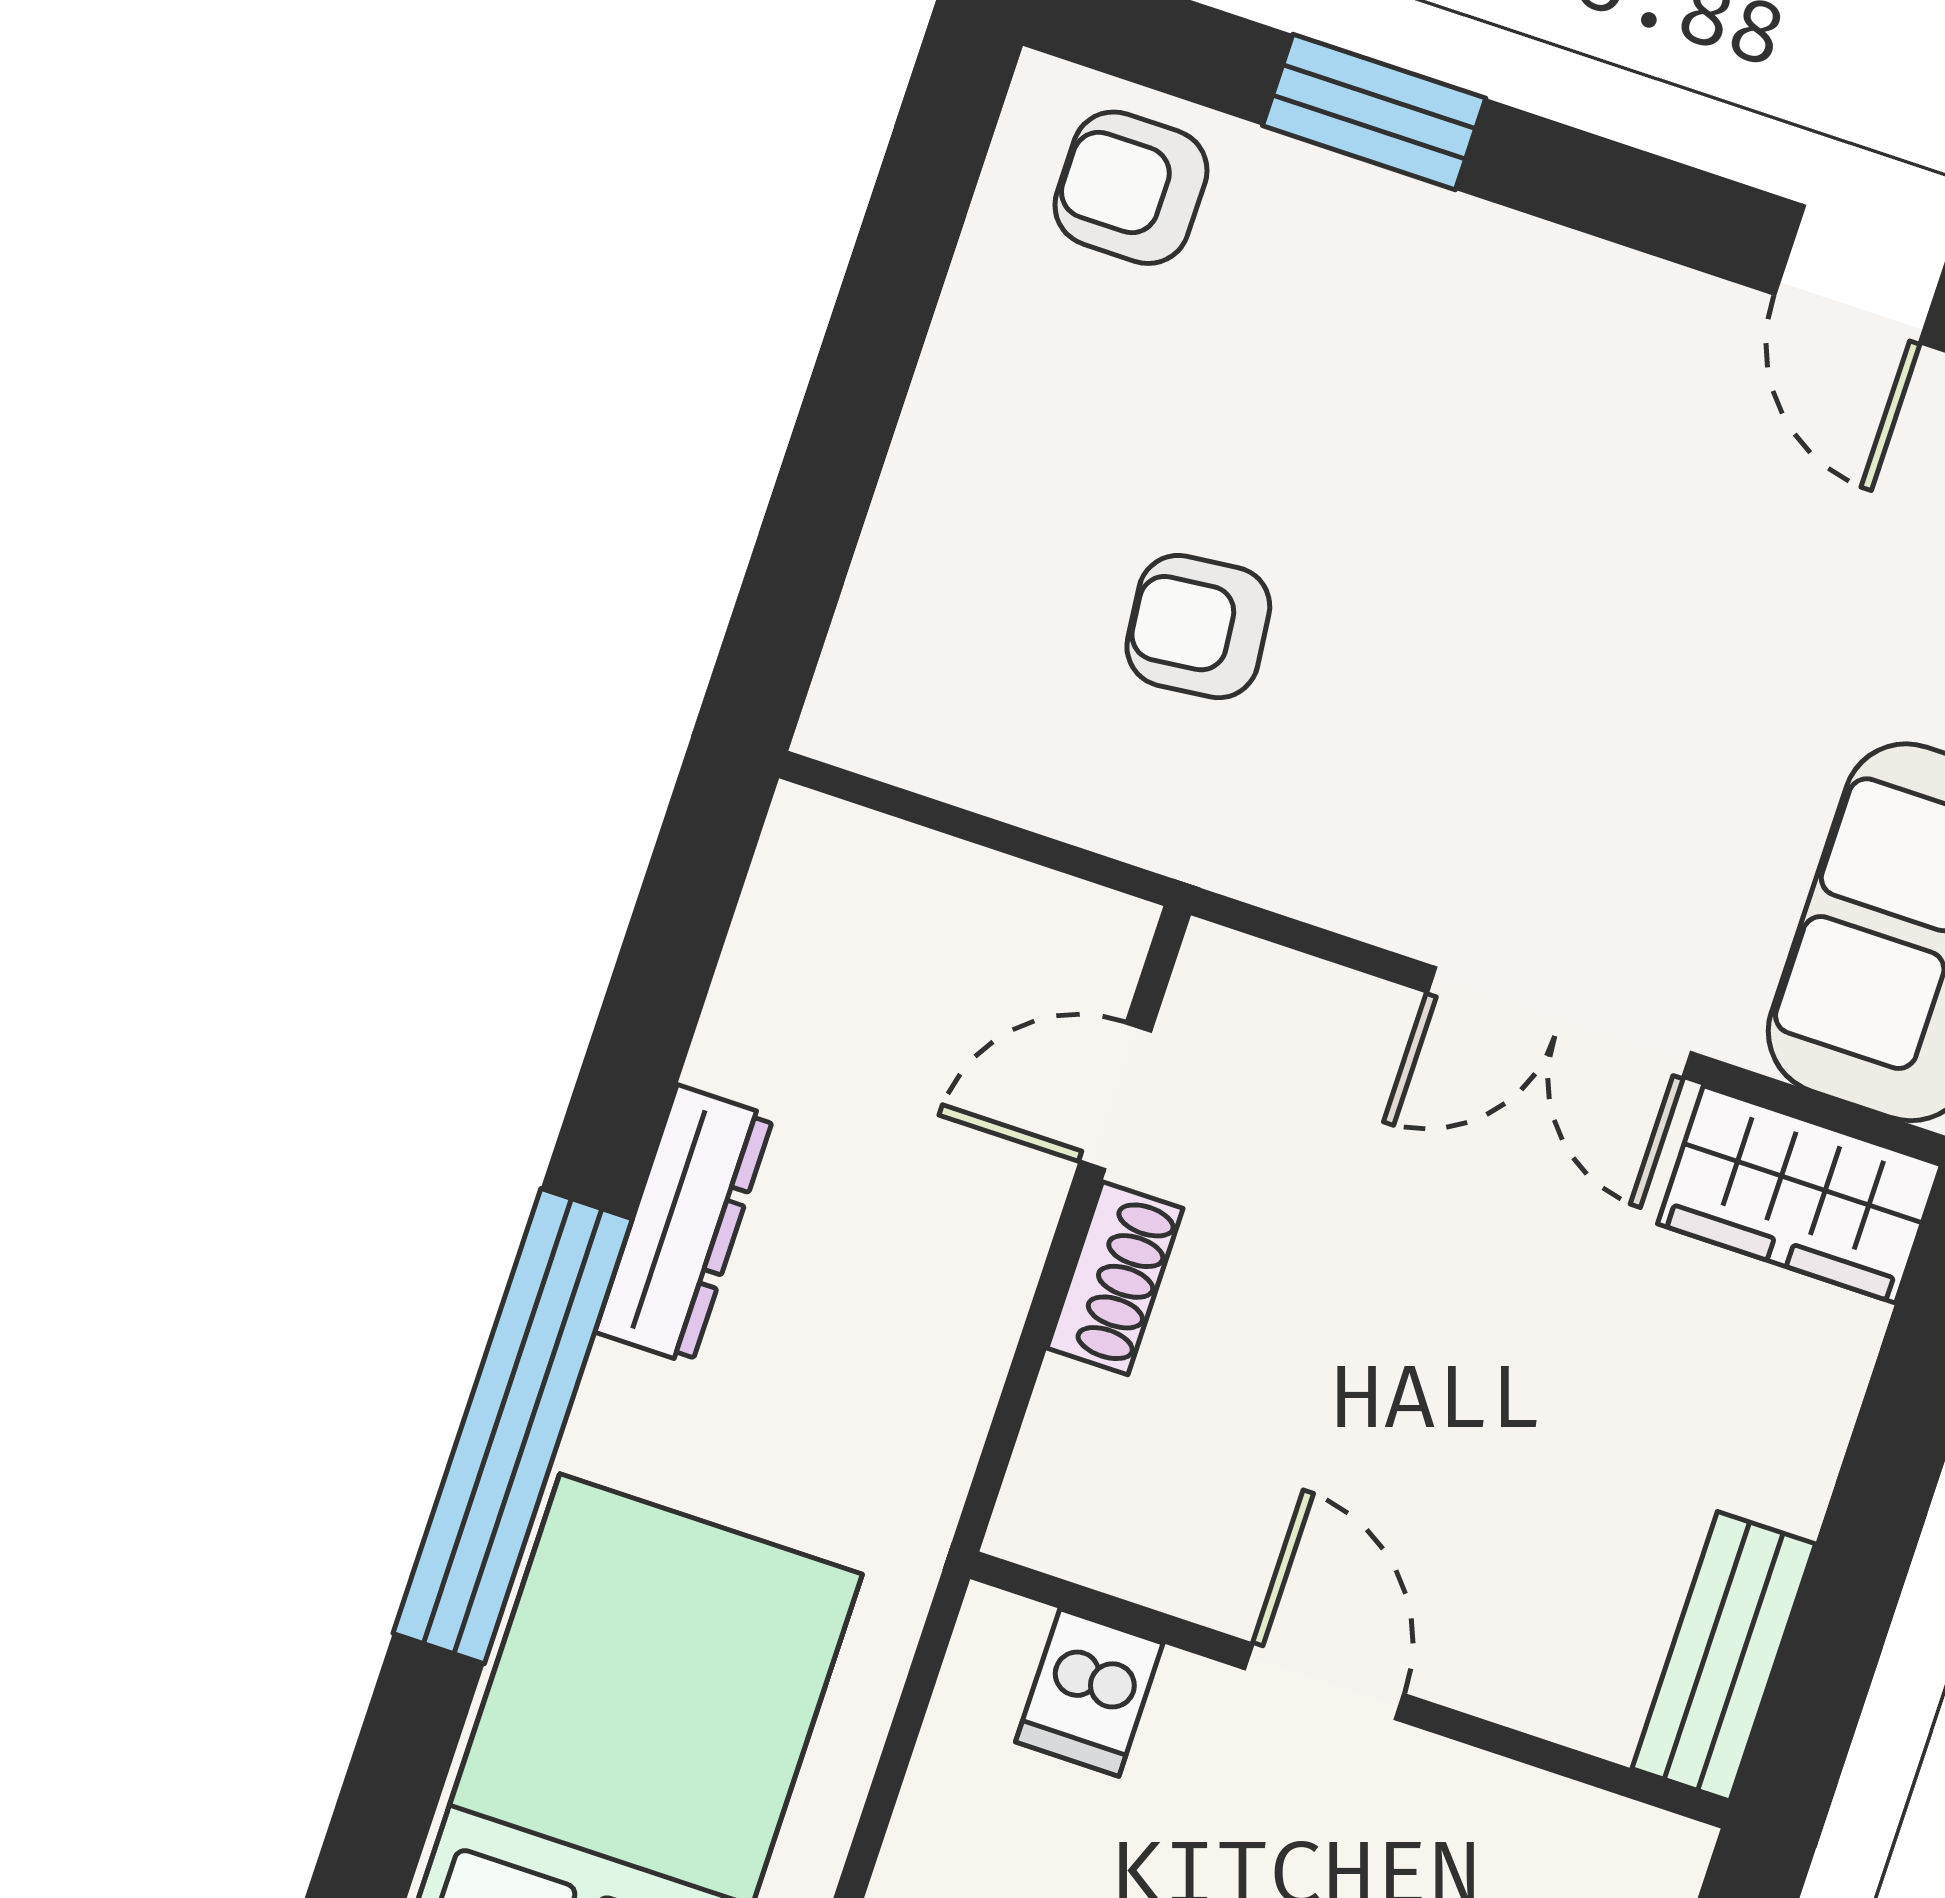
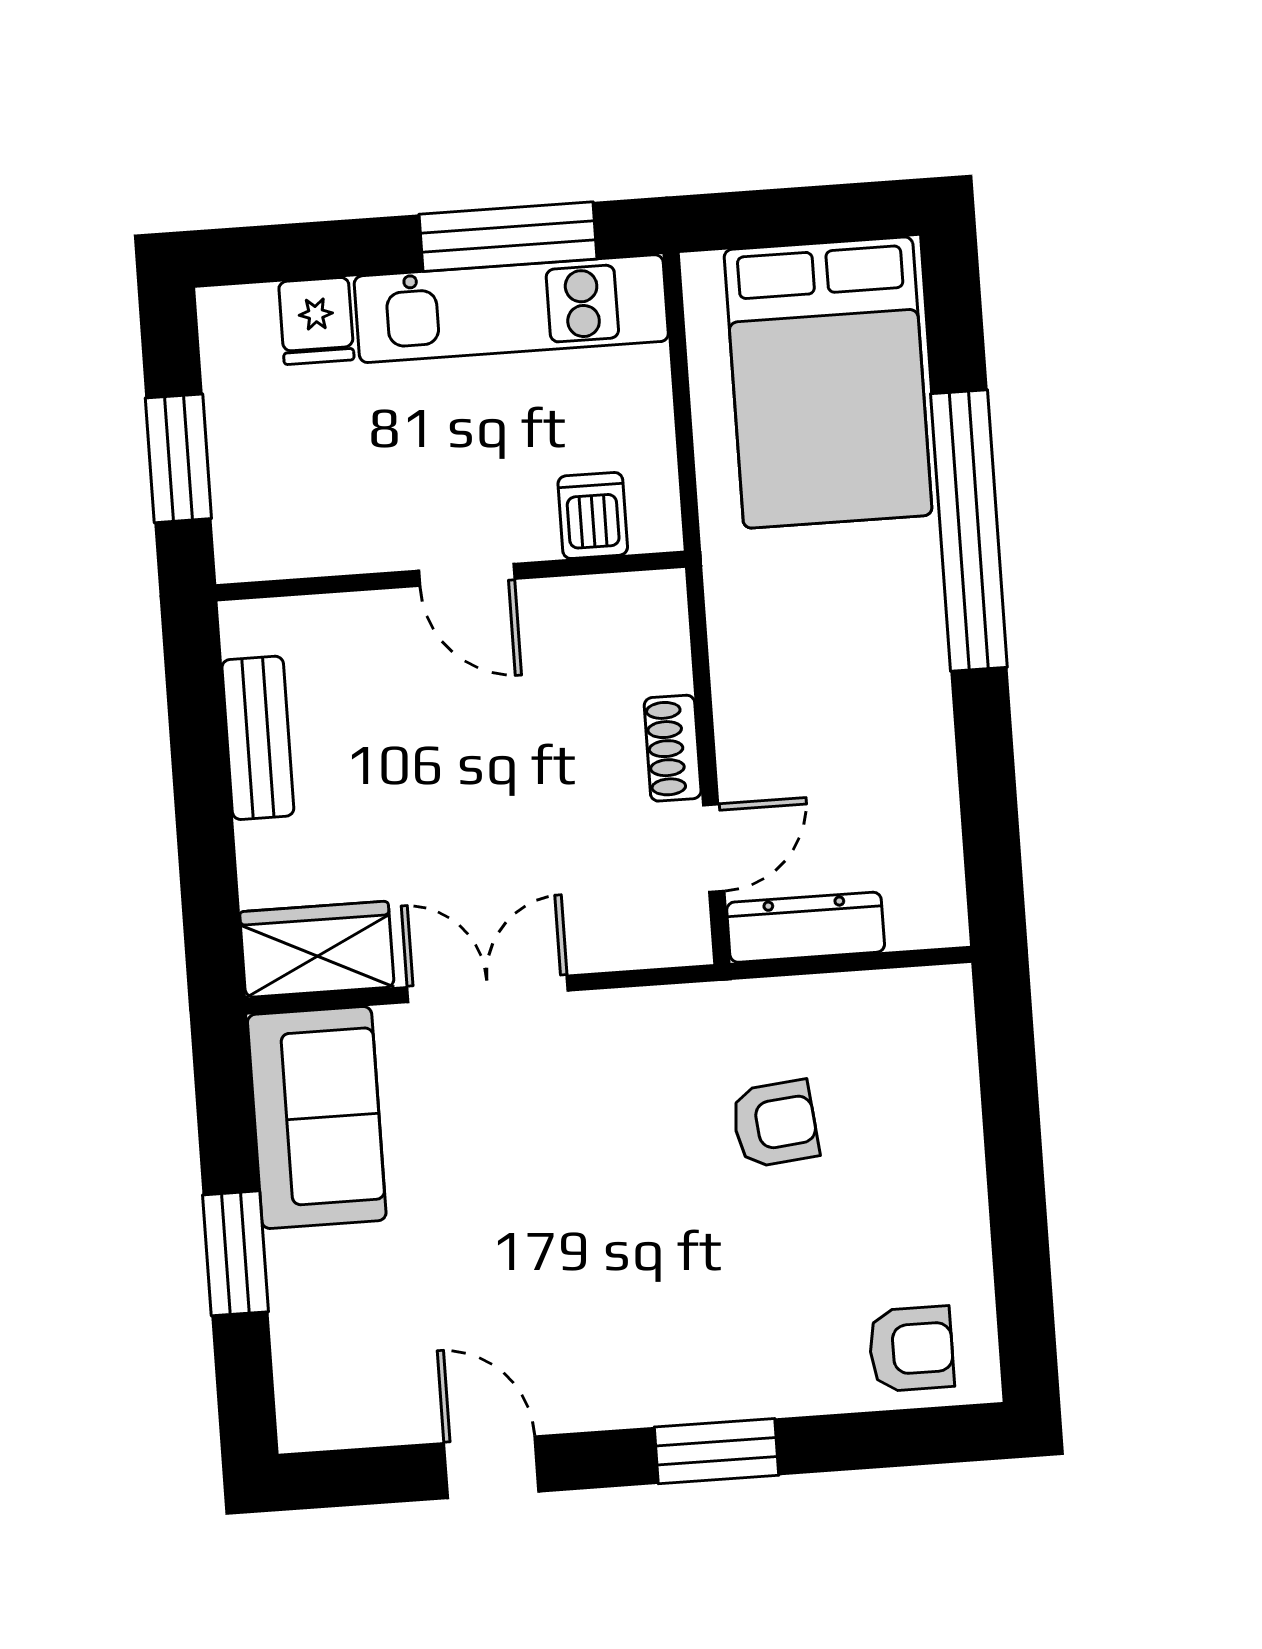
window: (1374, 112) -> (717, 1451), moved
dresser: (684, 1224) -> (806, 927), moved, turned 90
bench: (1724, 1656) -> (258, 738), moved

